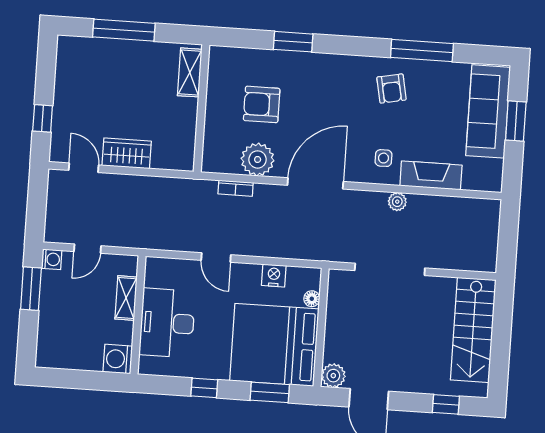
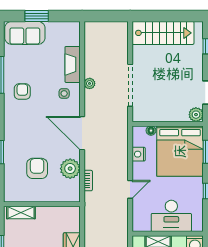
armchair: (391, 89) -> (22, 92), turned -79
armchair: (262, 104) -> (37, 168), turned 180
sofa: (488, 111) -> (25, 33), width x0.73

